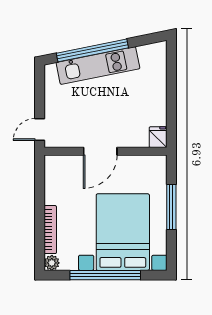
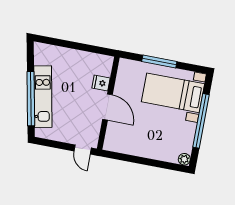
fridge: (158, 137) -> (101, 83), moved
bookcase: (50, 230) -> (159, 156), removed
bed with nightstands: (123, 232) -> (173, 93), width x0.73

